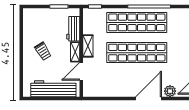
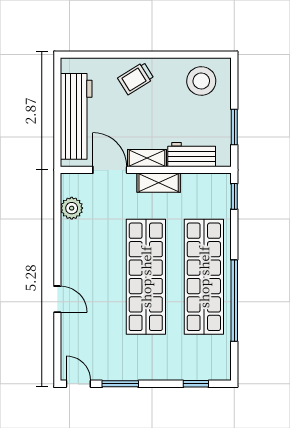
stool: (35, 24) -> (201, 81), added
trolley: (43, 51) -> (136, 78), moved
plant: (170, 91) -> (72, 208), moved
door: (148, 99) -> (57, 299), width x0.53

